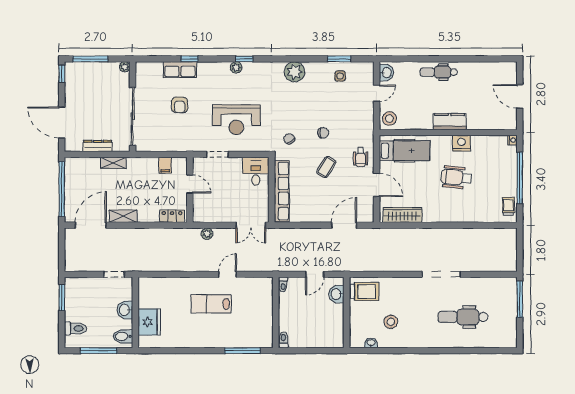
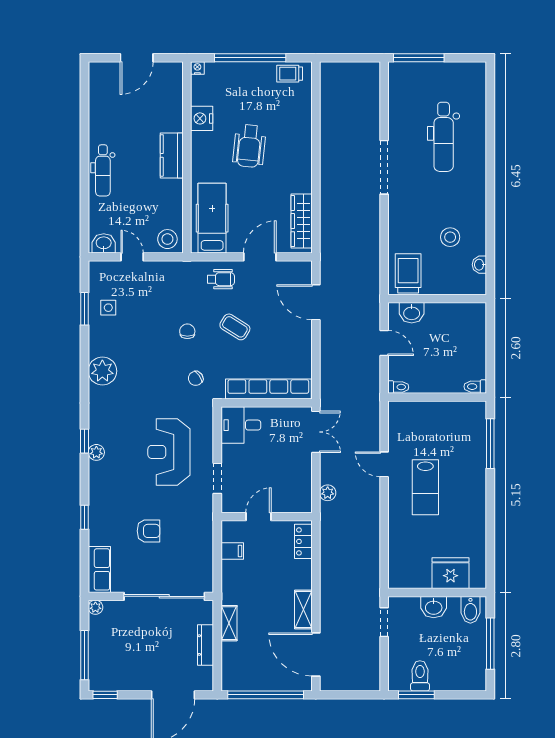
row of seats: (180, 70) -> (99, 569), moved
reception desk: (236, 120) -> (169, 452), turned 180
nightstand: (461, 143) -> (202, 118), moved
toilet: (75, 328) -> (420, 676), moved

